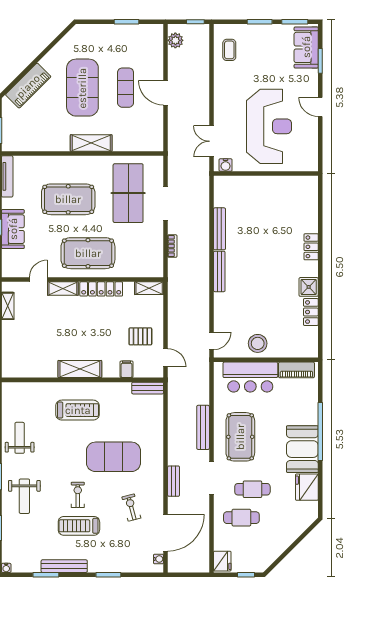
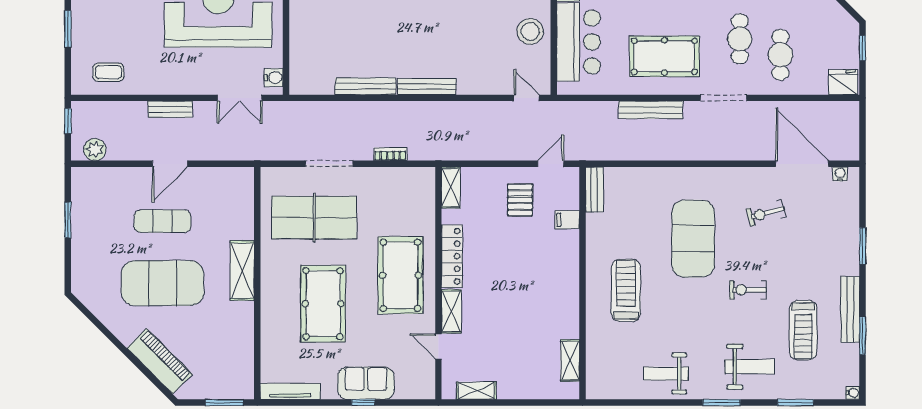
shelving: (80, 369) -> (570, 360), moved, width x0.67, depth x0.75
bench: (174, 481) -> (170, 109), moved
treadmill: (79, 526) -> (803, 330), moved

